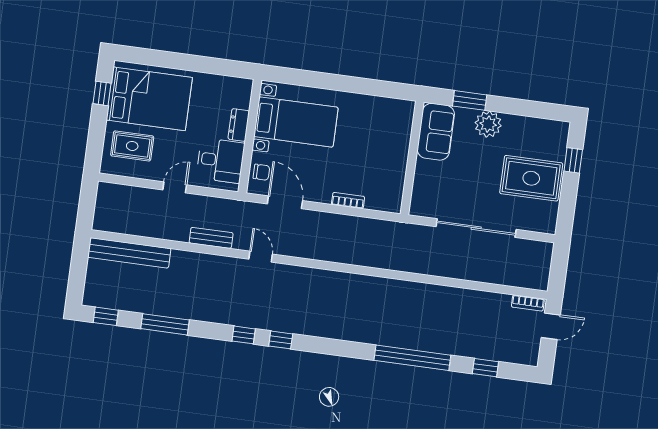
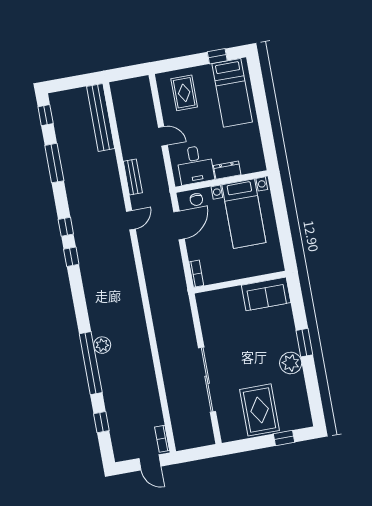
bed: (149, 99) -> (232, 93), width x0.67
sofa: (436, 132) -> (266, 294), moved
wall: (412, 158) -> (240, 282), moved
plant: (396, 337) -> (102, 345), added

